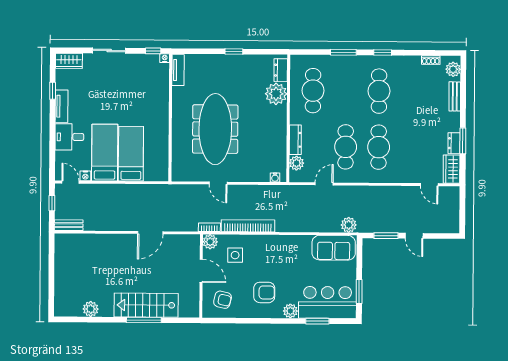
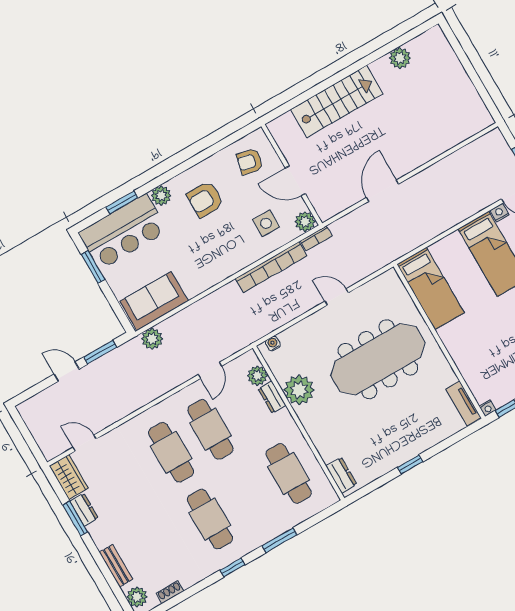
plant: (276, 94) -> (299, 390), moved
meeting table: (215, 129) -> (378, 359), turned 90
dresser: (295, 140) -> (272, 397), width x0.70
bed: (131, 154) -> (431, 289), moved
bench: (69, 225) -> (485, 142), removed
window: (144, 320) -> (329, 82), removed

